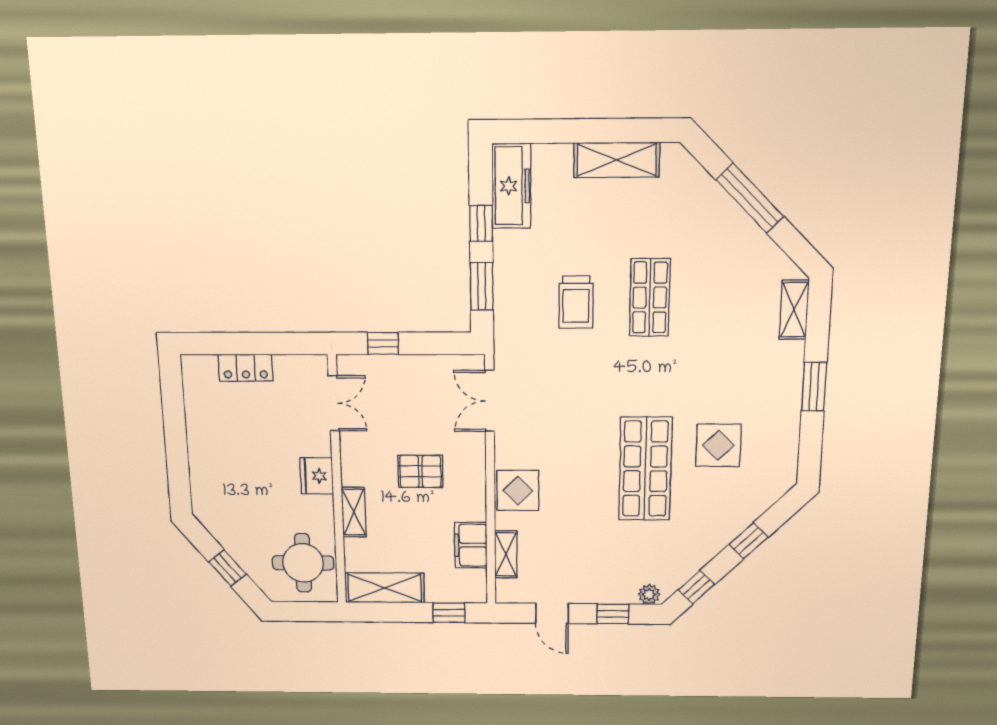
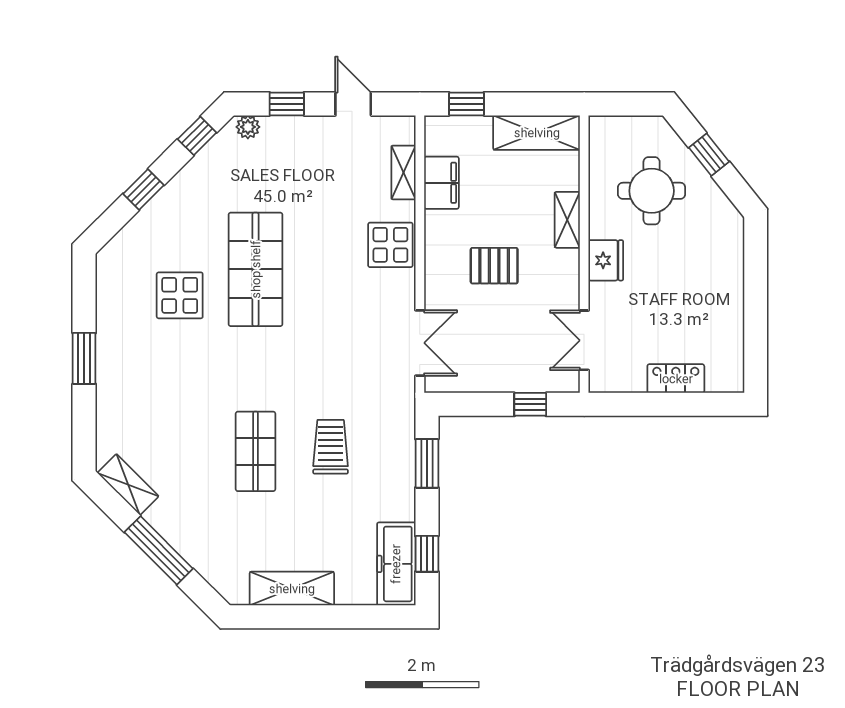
window: (481, 223) -> (427, 554), moved
shelving: (794, 310) -> (128, 485), moved, turned -45
round table: (303, 563) -> (652, 191), moved

